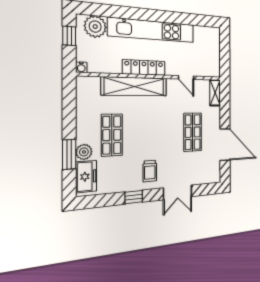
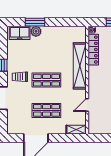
locker: (144, 68) -> (93, 50), moved
shop shelf: (112, 135) -> (46, 80), moved

